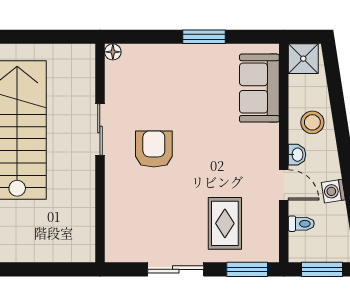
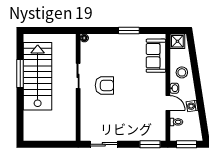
armchair: (154, 149) -> (104, 85), turned 90
rug: (225, 223) -> (139, 122), removed
sliding door: (176, 269) -> (104, 144), moved

